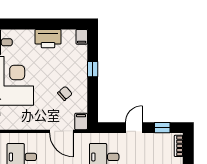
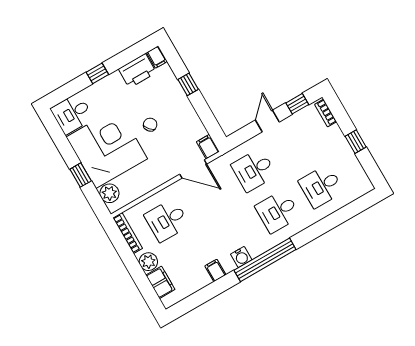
window: (33, 24) -> (97, 73), added
printer: (48, 39) -> (137, 71), moved
chair: (65, 93) -> (150, 125), moved

